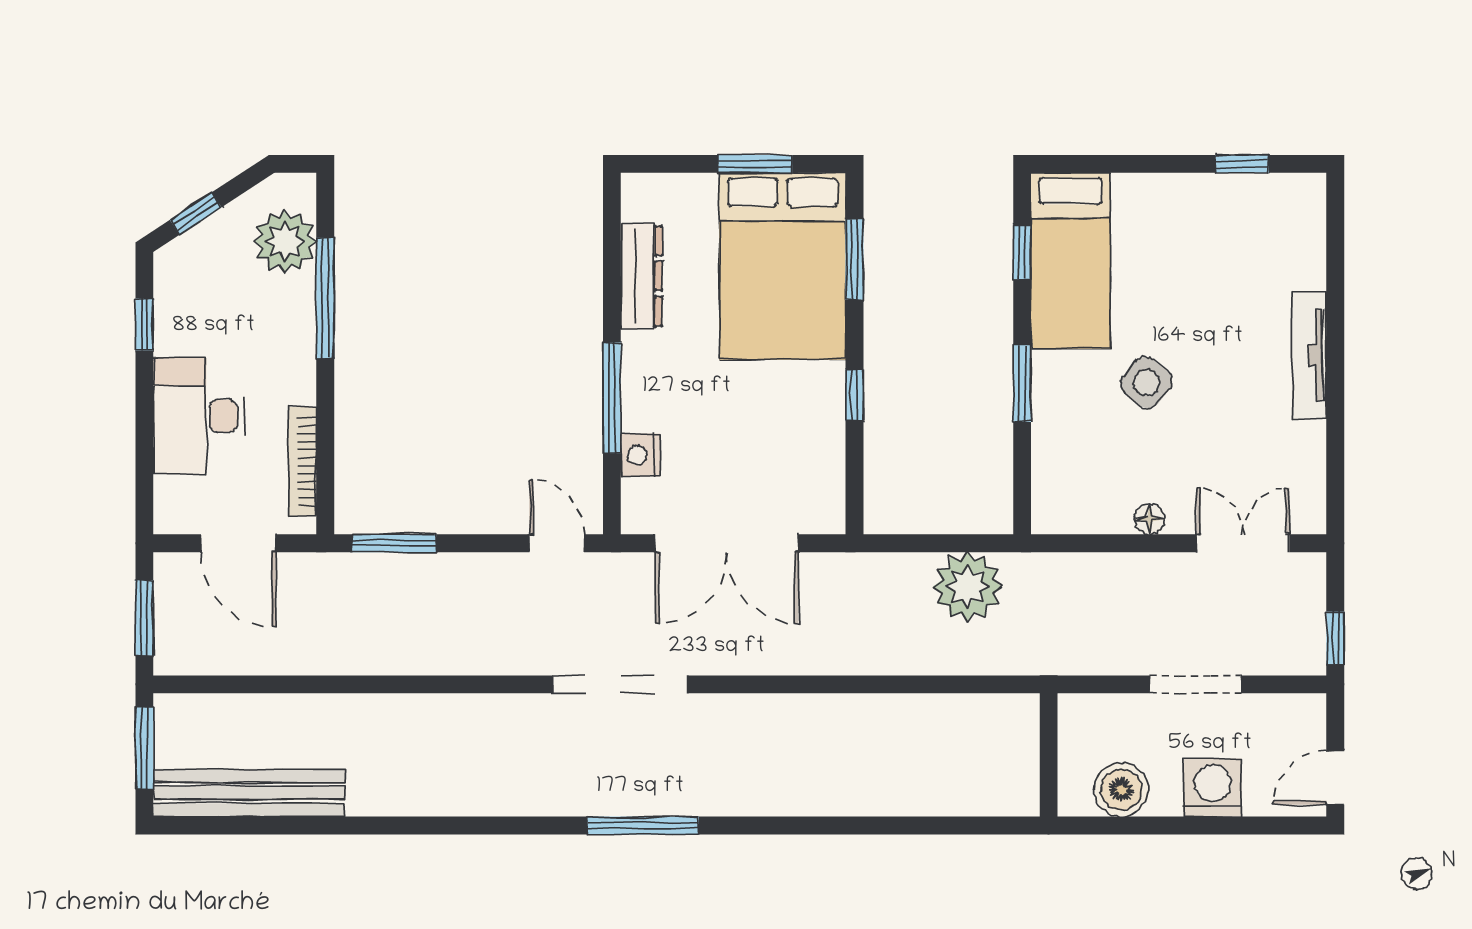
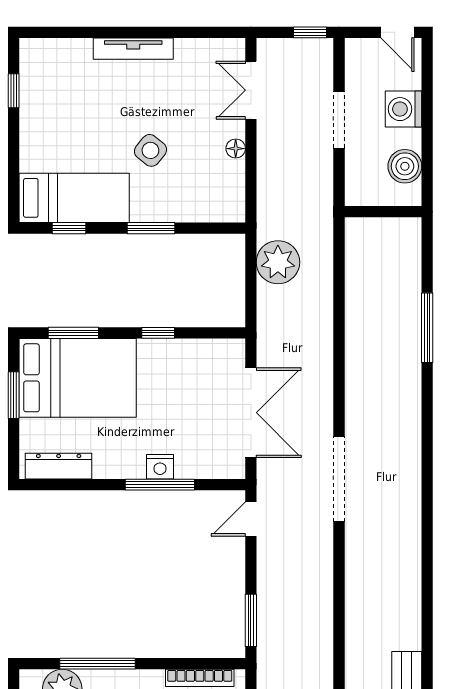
dresser: (641, 276) -> (59, 466), moved
nightstand: (640, 455) -> (160, 467), moved
window: (643, 826) -> (427, 328), moved

